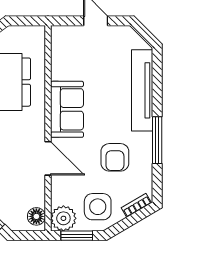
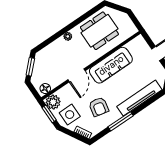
sofa: (67, 109) -> (111, 65), width x1.36
armchair: (115, 157) -> (99, 107), turned -78

